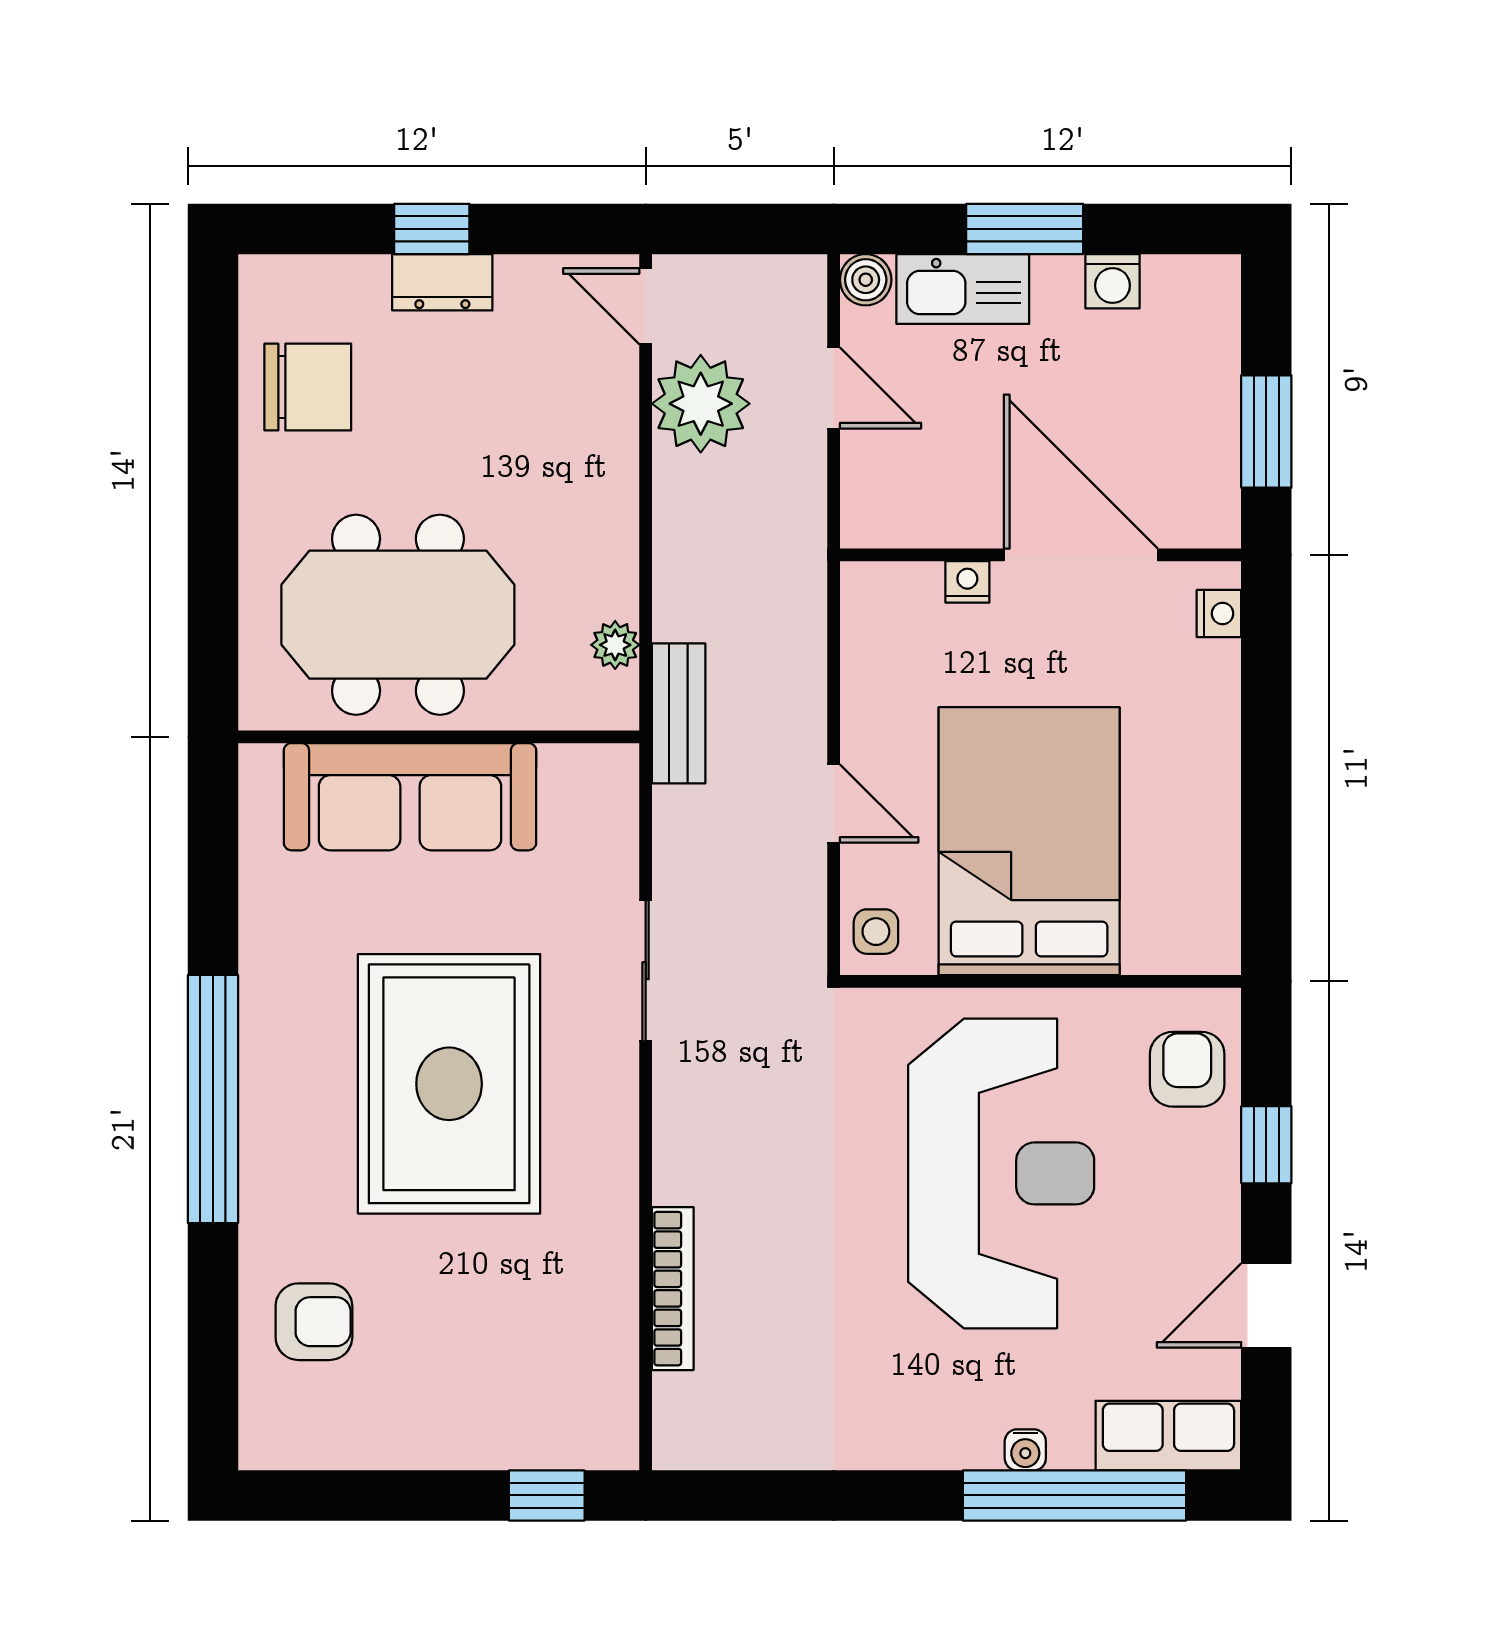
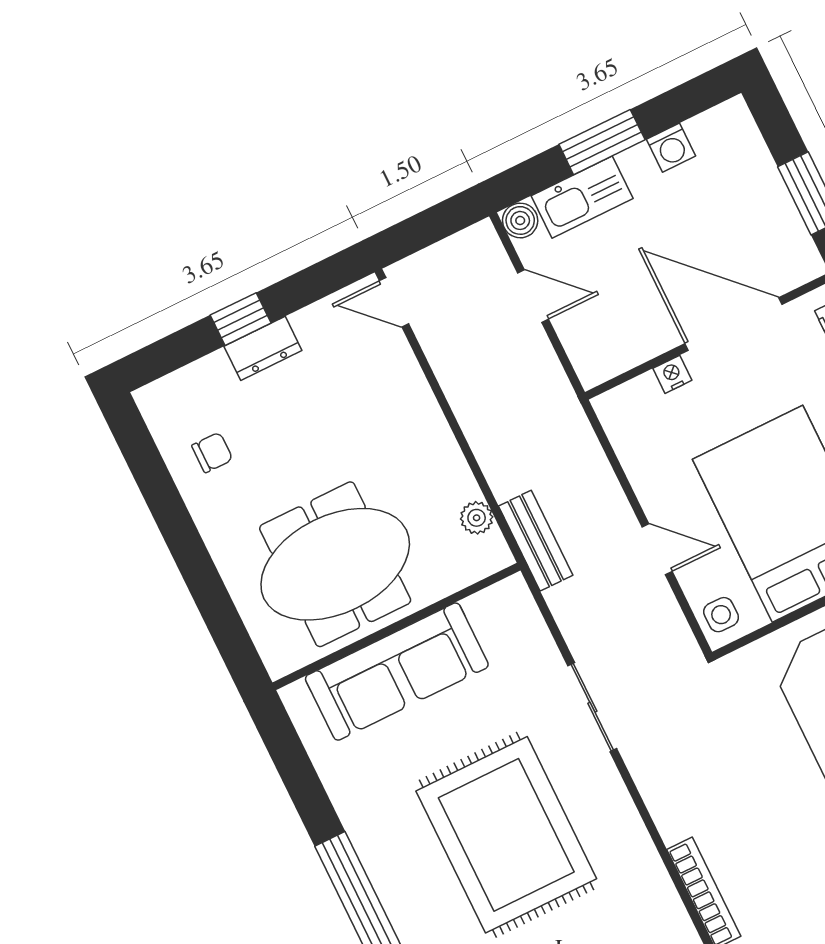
chair: (308, 387) -> (212, 452), width x0.54, depth x0.54
plant: (701, 404) -> (457, 345), removed

